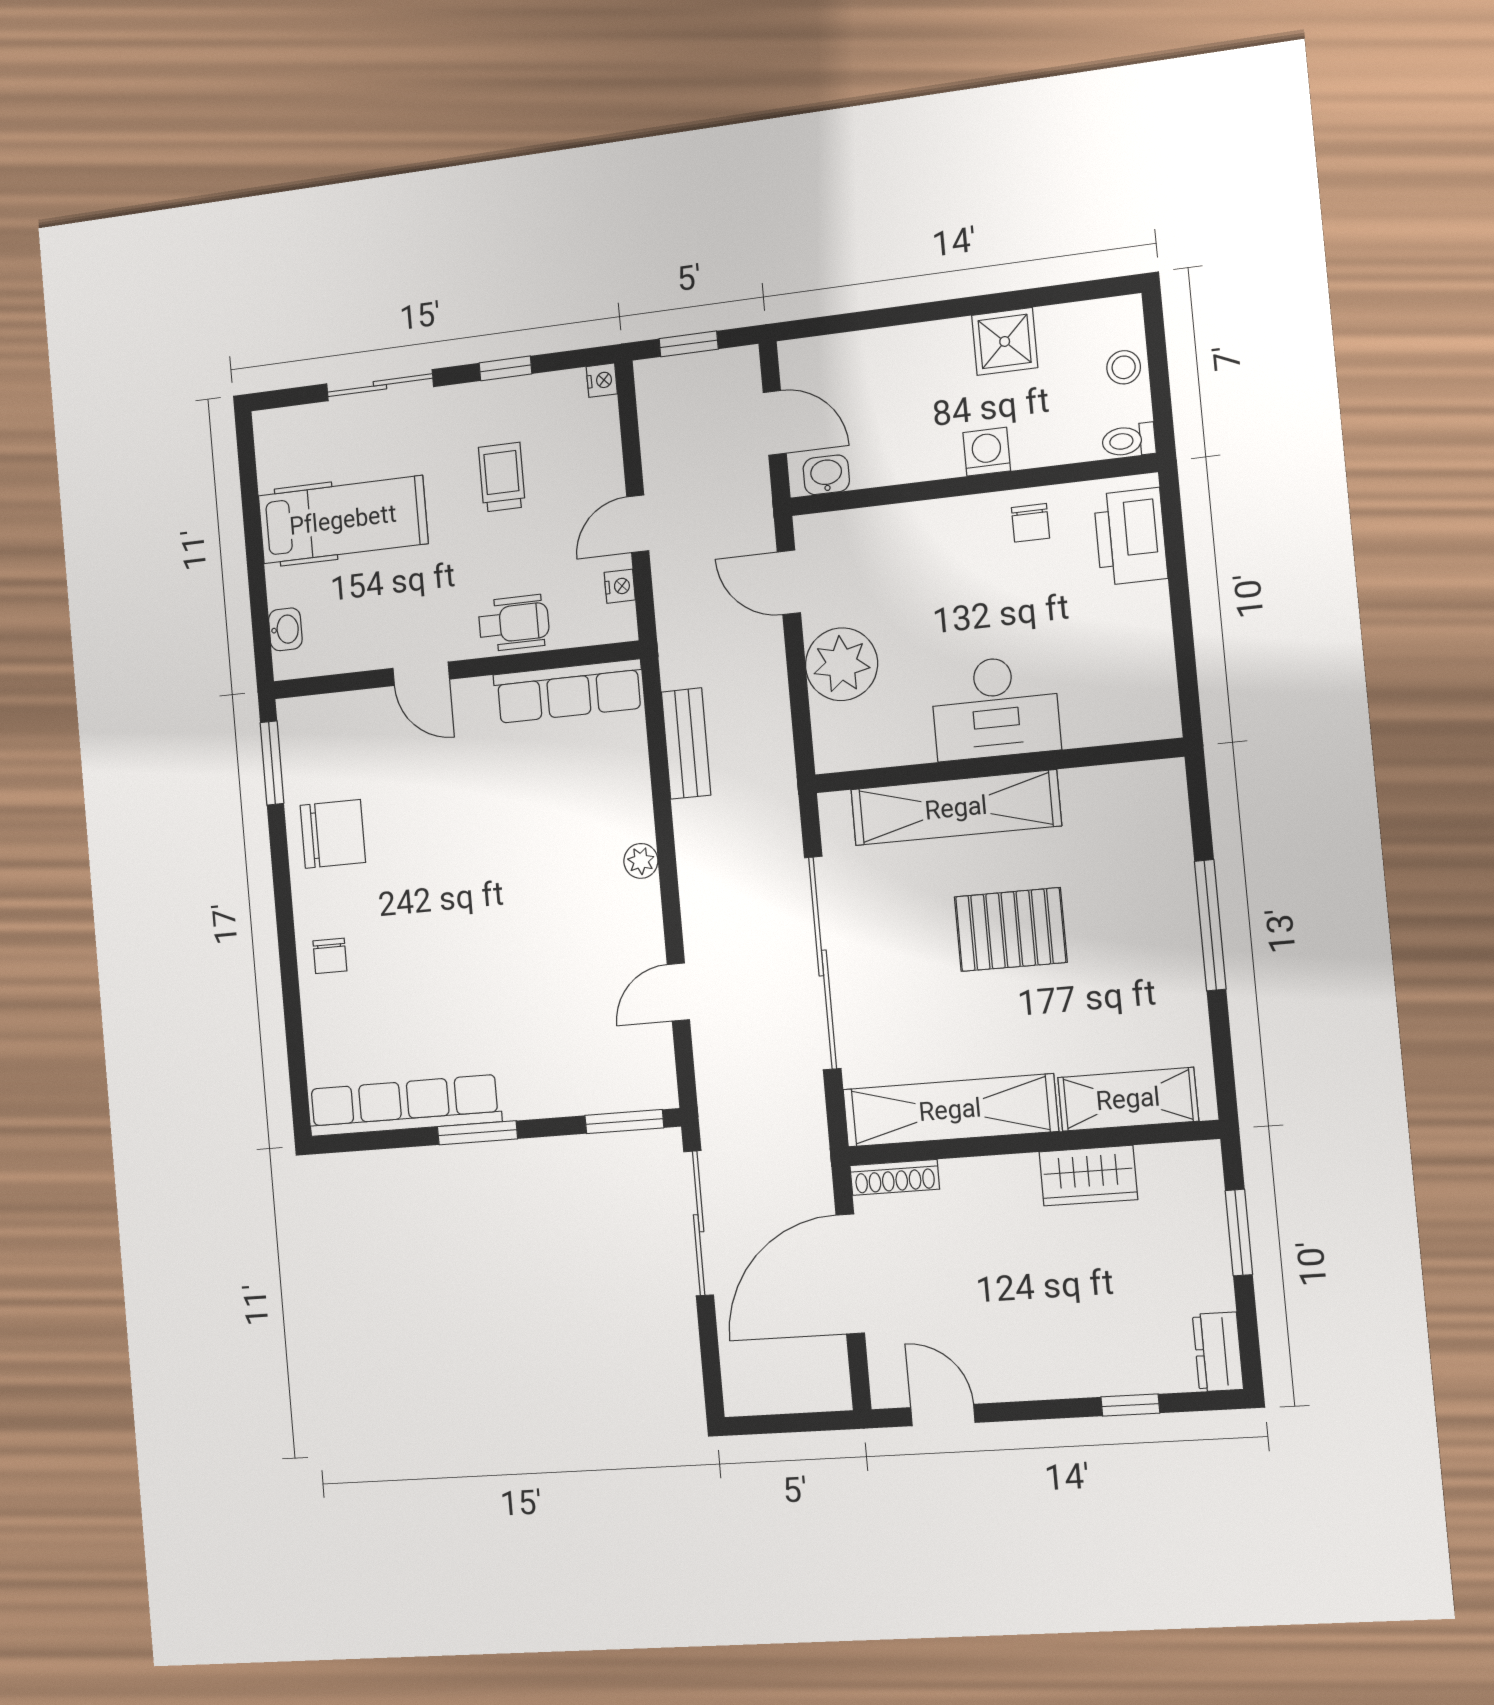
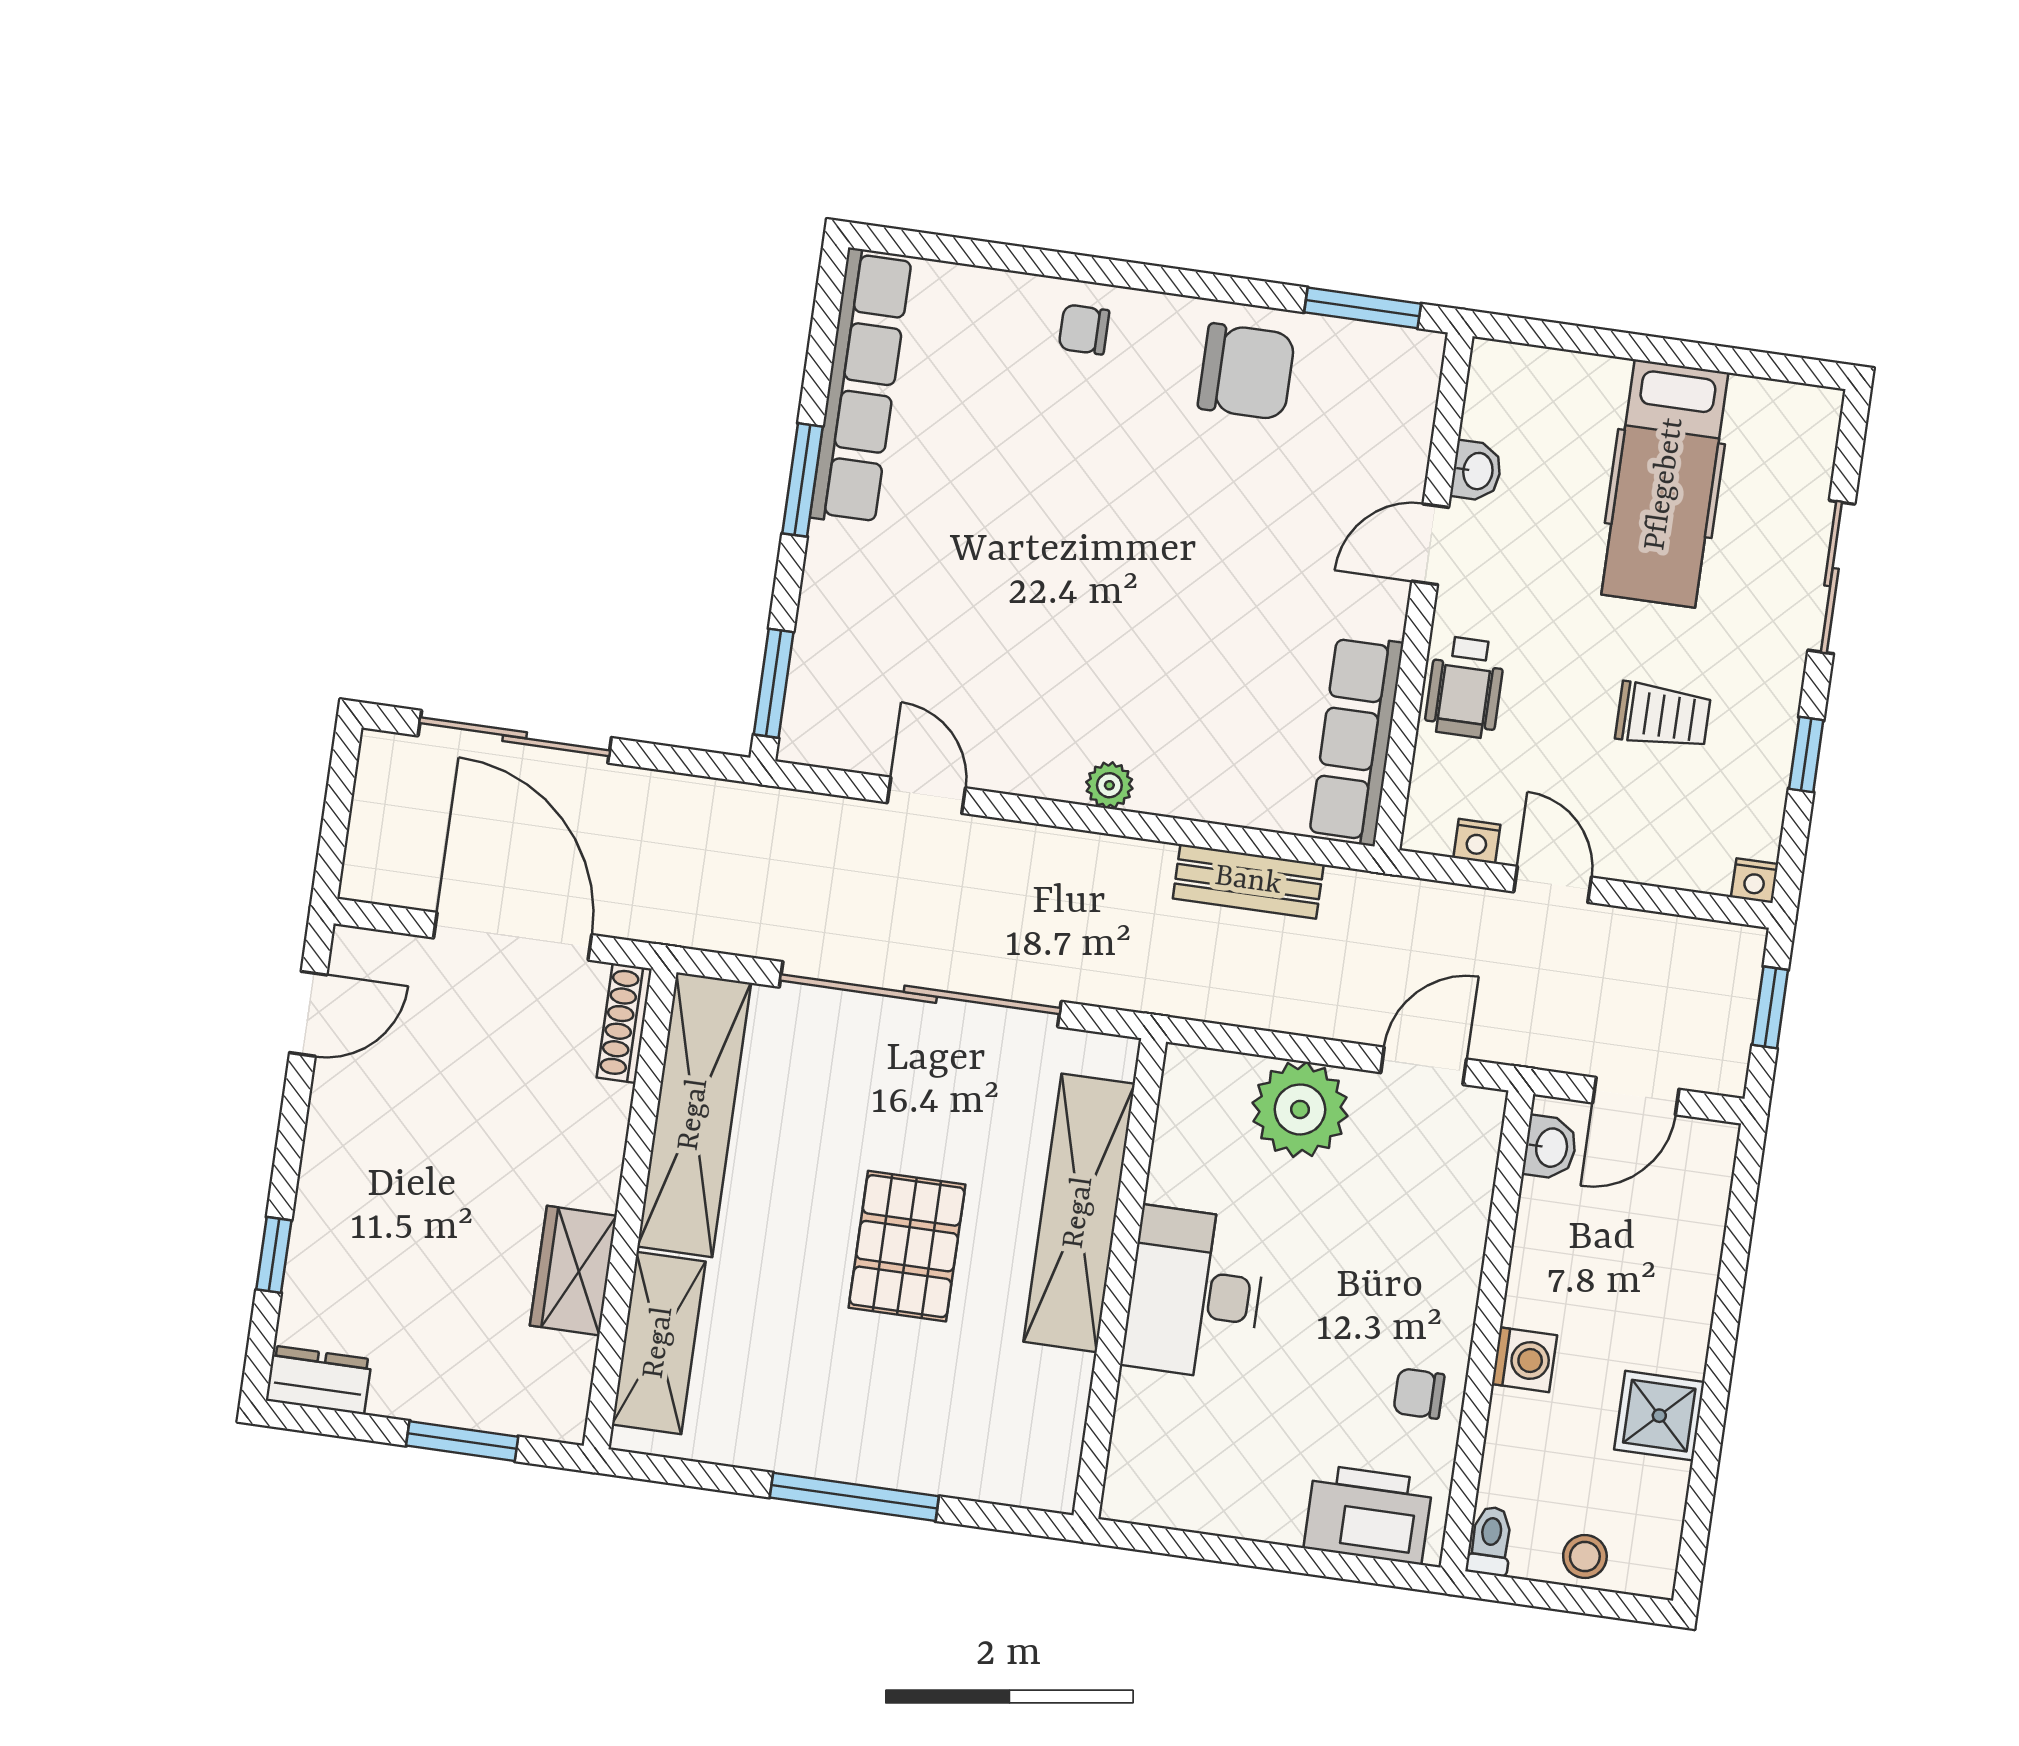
washbasin: (285, 629) -> (1477, 471), moved, turned -90
chair: (333, 834) -> (1246, 372), turned -90
sliding door: (699, 1223) -> (515, 737), moved

